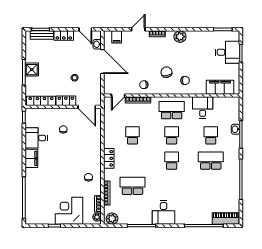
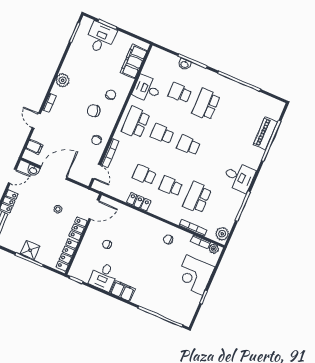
locker: (109, 158) -> (139, 202), moved
school desk: (132, 161) -> (171, 186), added
piano: (226, 218) -> (265, 133), moved

